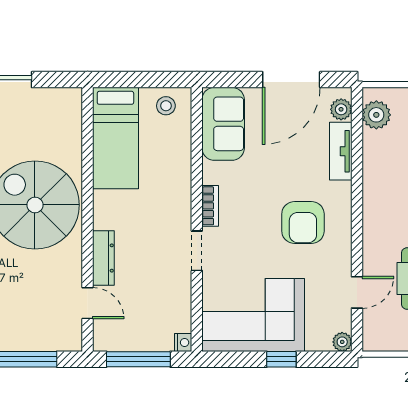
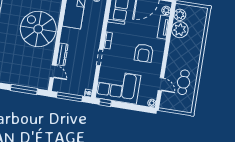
plant: (382, 151) -> (180, 30), added
door: (357, 292) -> (161, 84), hinge flipped
window: (281, 359) -> (105, 103), moved

